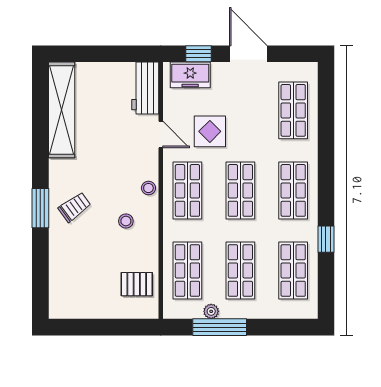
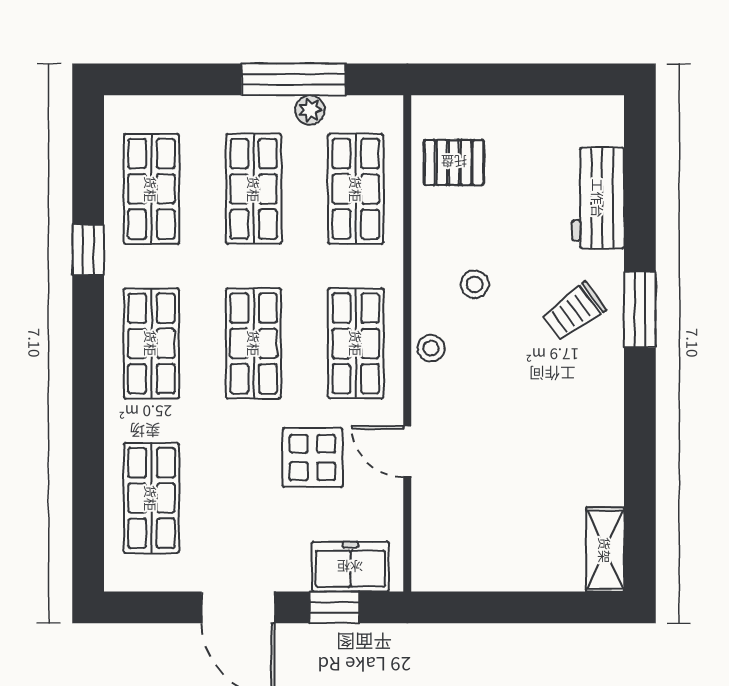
workbench: (145, 88) -> (598, 198), moved, turned 180
shelving: (62, 110) -> (605, 550), width x0.45, depth x0.75

